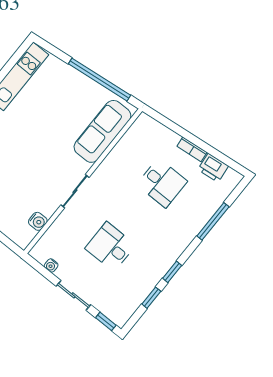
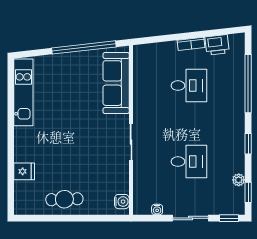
water cooler: (38, 221) -> (122, 202), moved
window: (213, 221) -> (248, 84), width x1.46
desk: (110, 247) -> (189, 162), turned 180
plant: (140, 296) -> (239, 180), added
window: (151, 298) -> (248, 192), moved

